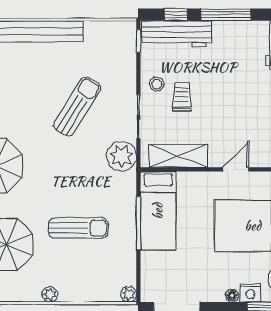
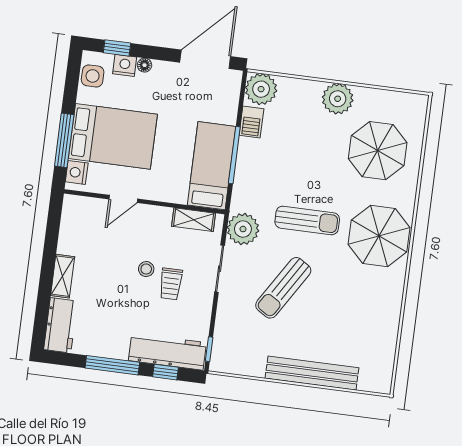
stool: (157, 84) -> (146, 269), moved
shelving: (178, 156) -> (194, 220), width x0.67, depth x0.75
sun lounger: (78, 228) -> (307, 220), moved, turned 180
barbecue: (127, 256) -> (251, 122), added
plant: (50, 294) -> (338, 99), width x1.88, depth x1.88
plant: (129, 294) -> (261, 89), width x1.88, depth x1.88

